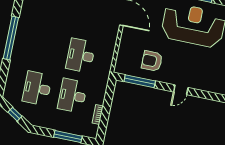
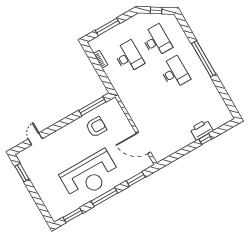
desk: (81, 55) -> (175, 72), moved
door: (181, 90) -> (35, 139), moved

